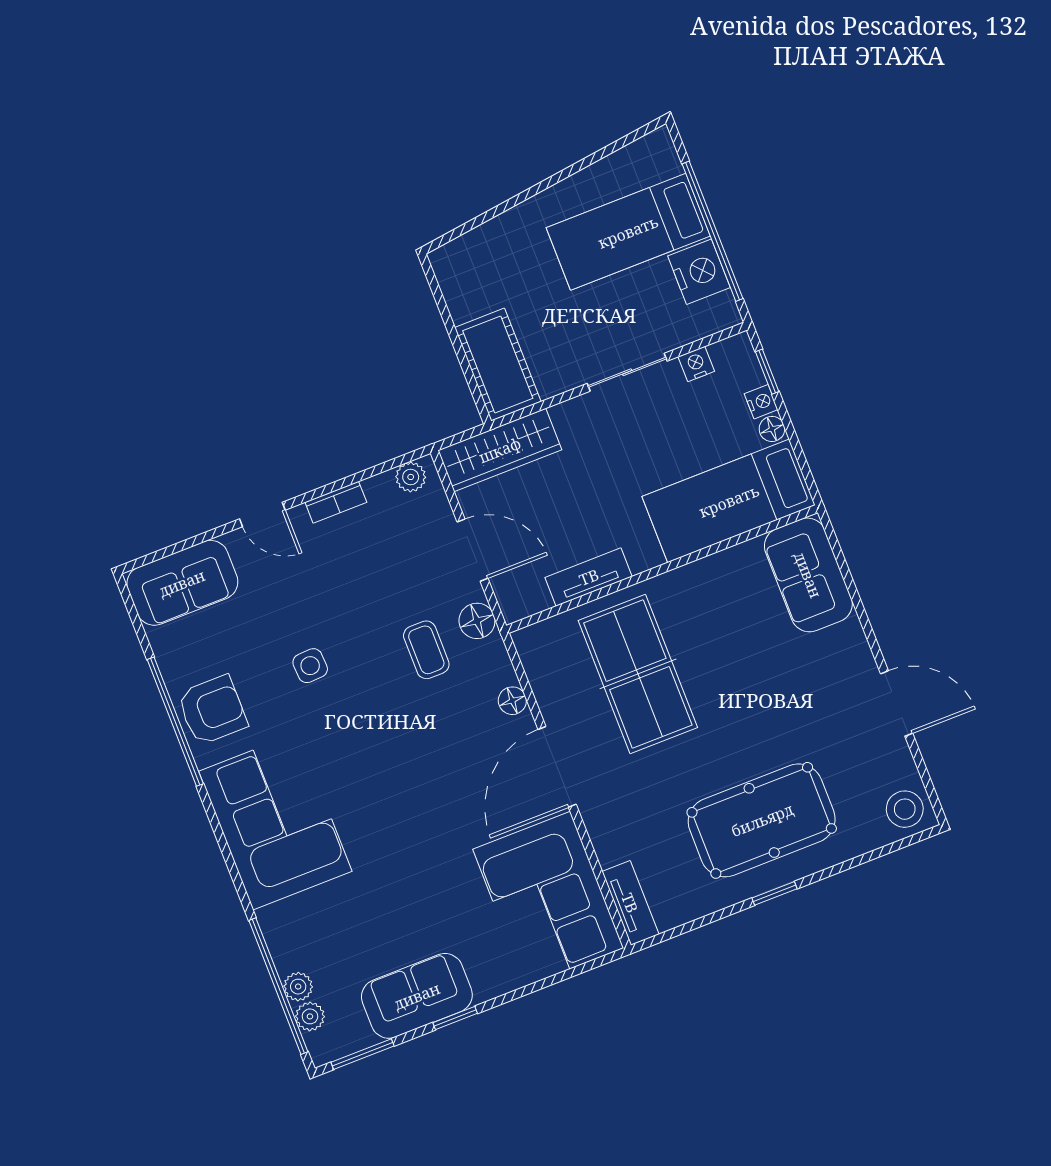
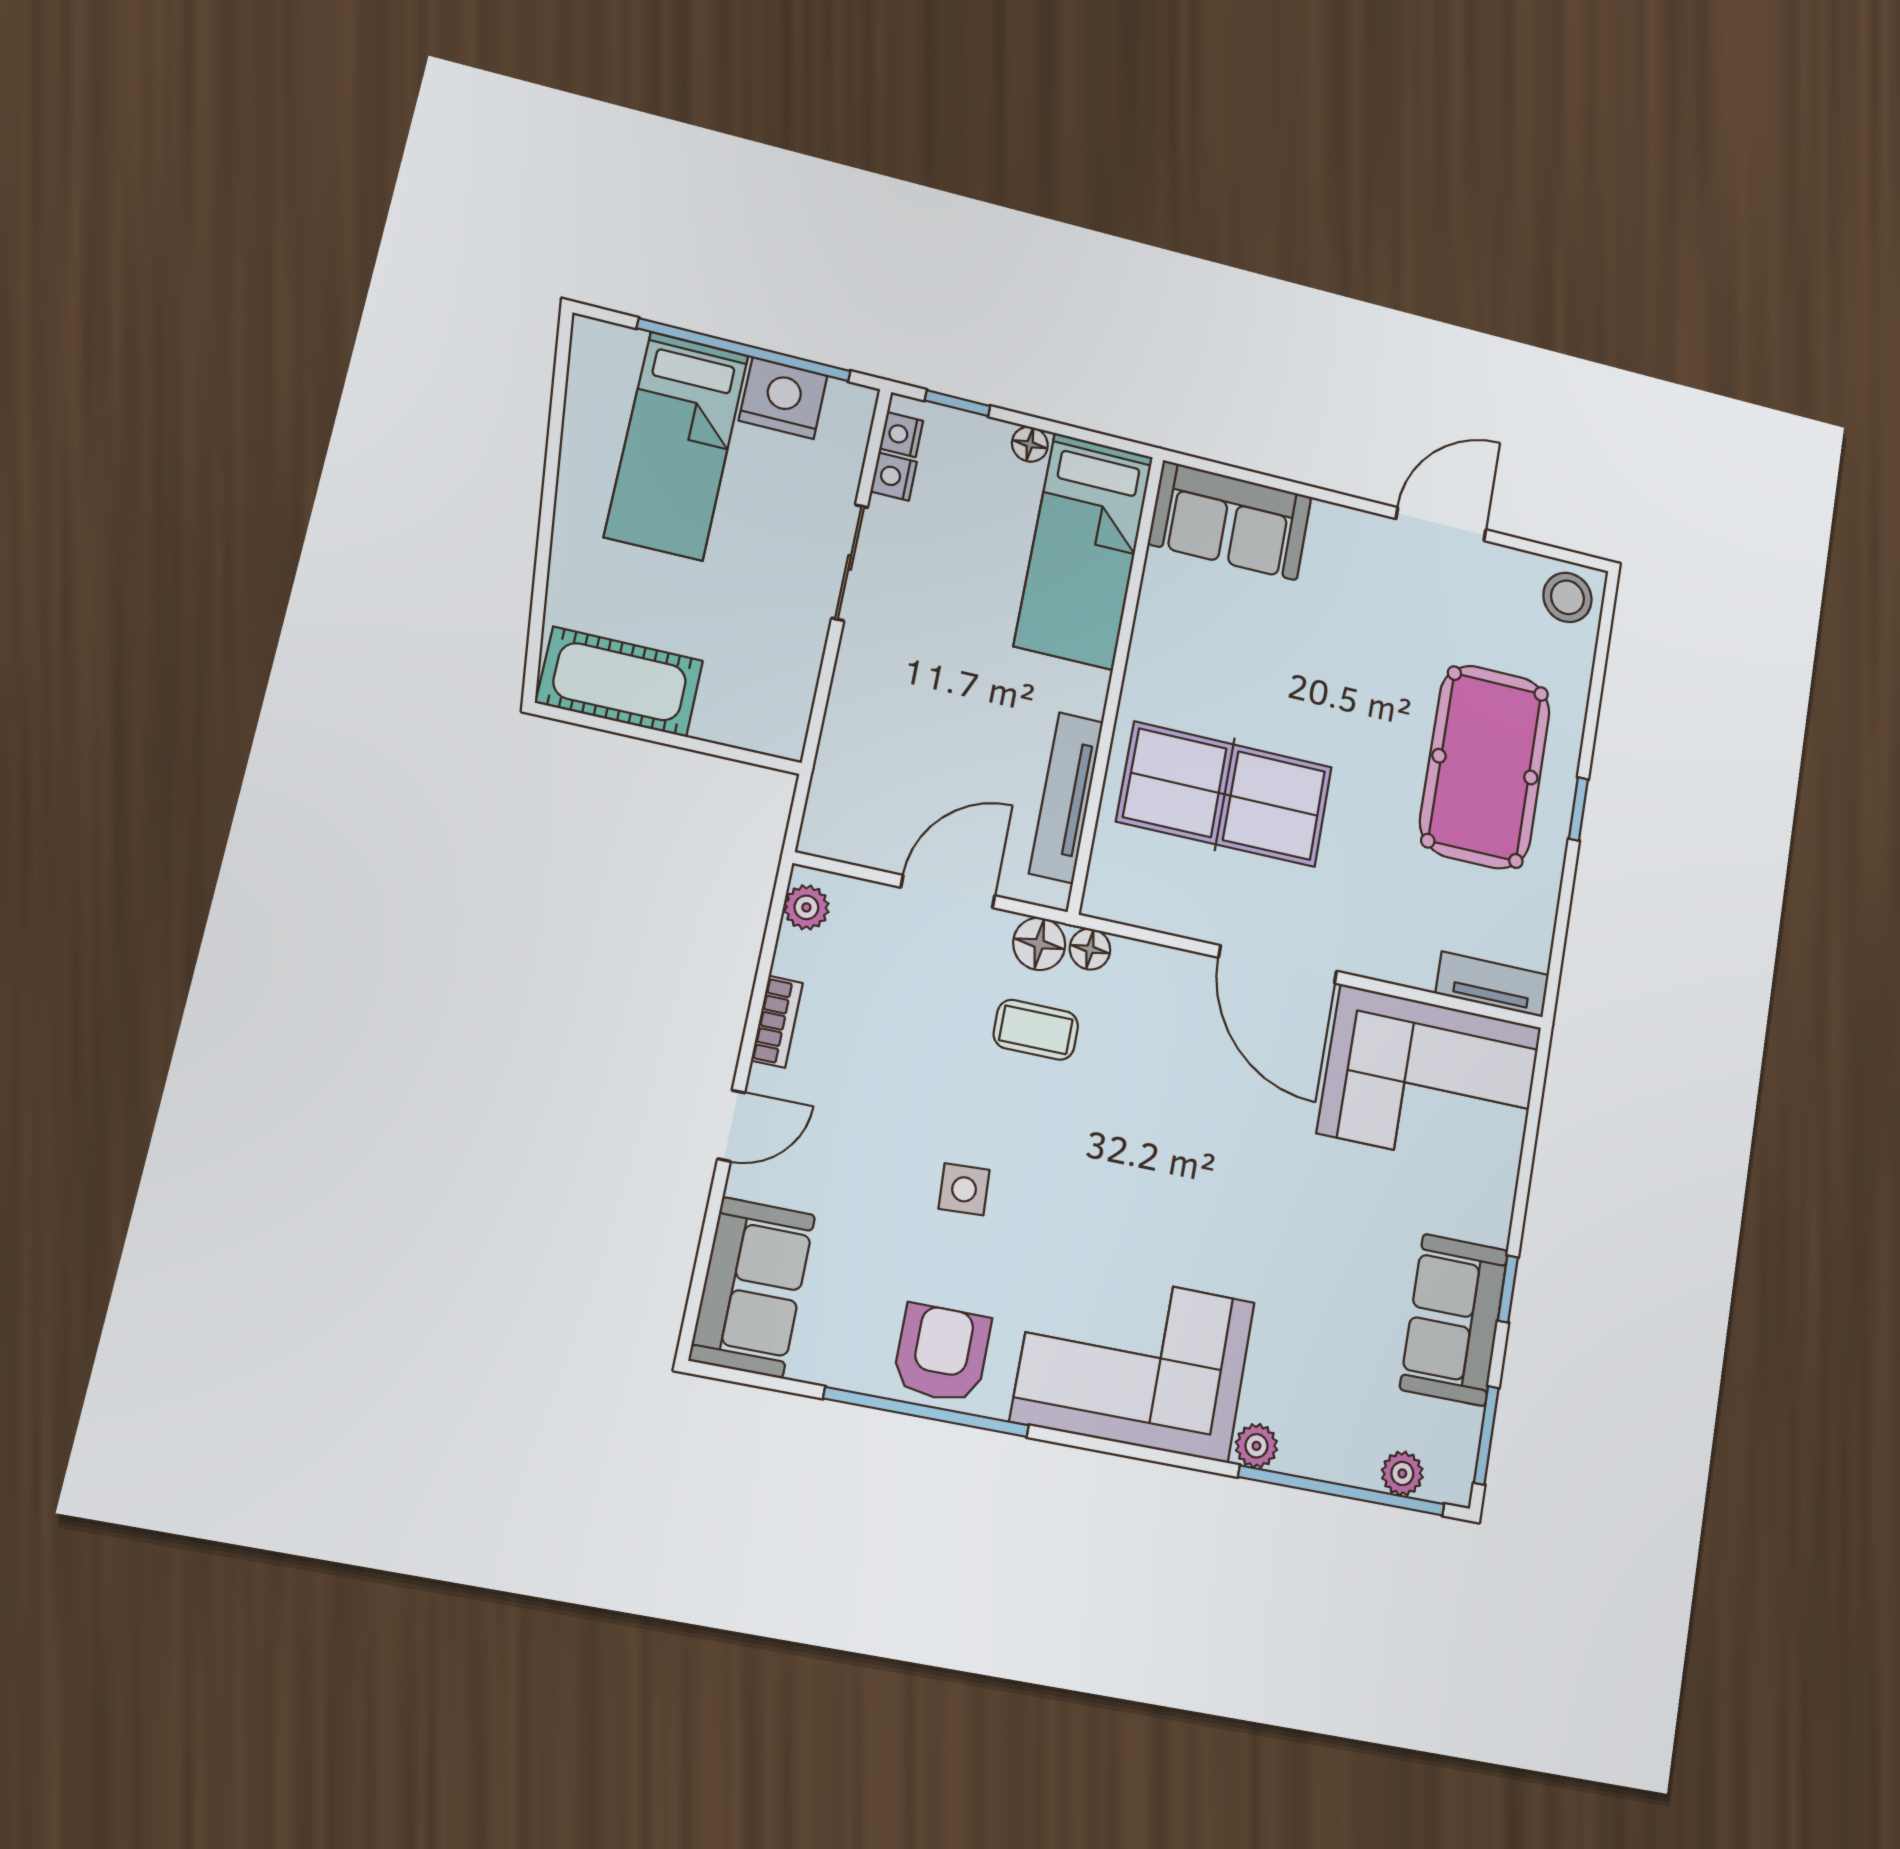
cot: (498, 365) -> (620, 682), moved
nightstand: (761, 402) -> (901, 435), moved, turned -90
wardrobe: (500, 450) -> (845, 777), removed
tv unit: (589, 577) -> (1066, 798), width x1.41
floor lamp: (512, 701) -> (1090, 949), moved
plant: (298, 987) -> (1256, 1446), moved

